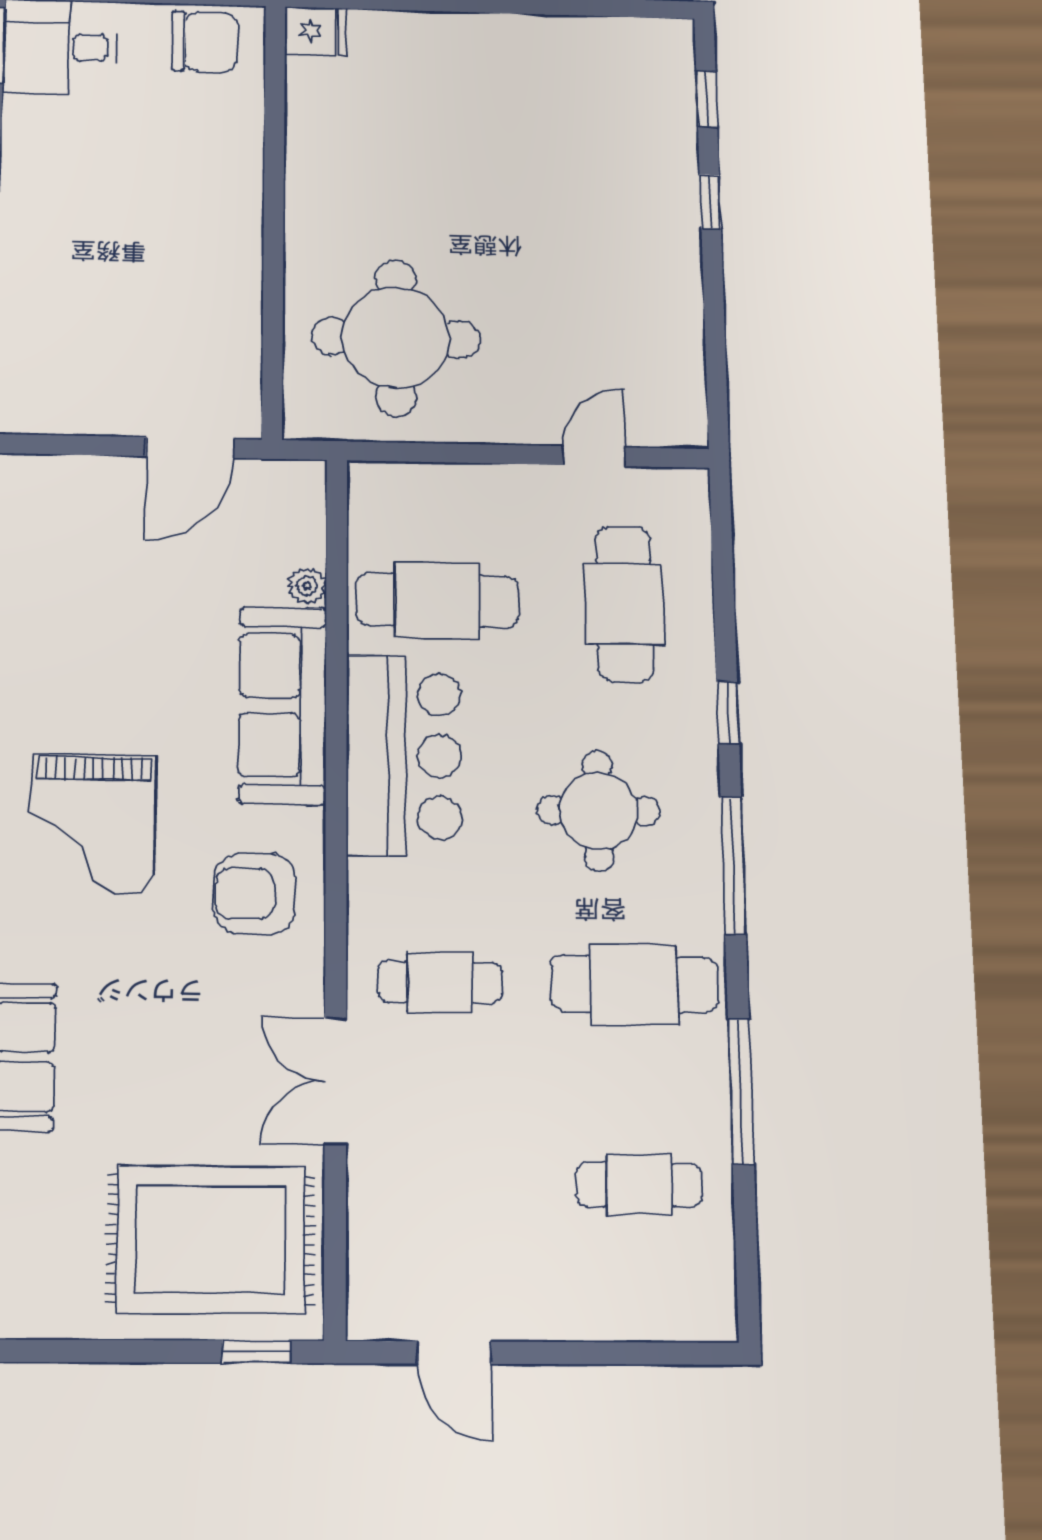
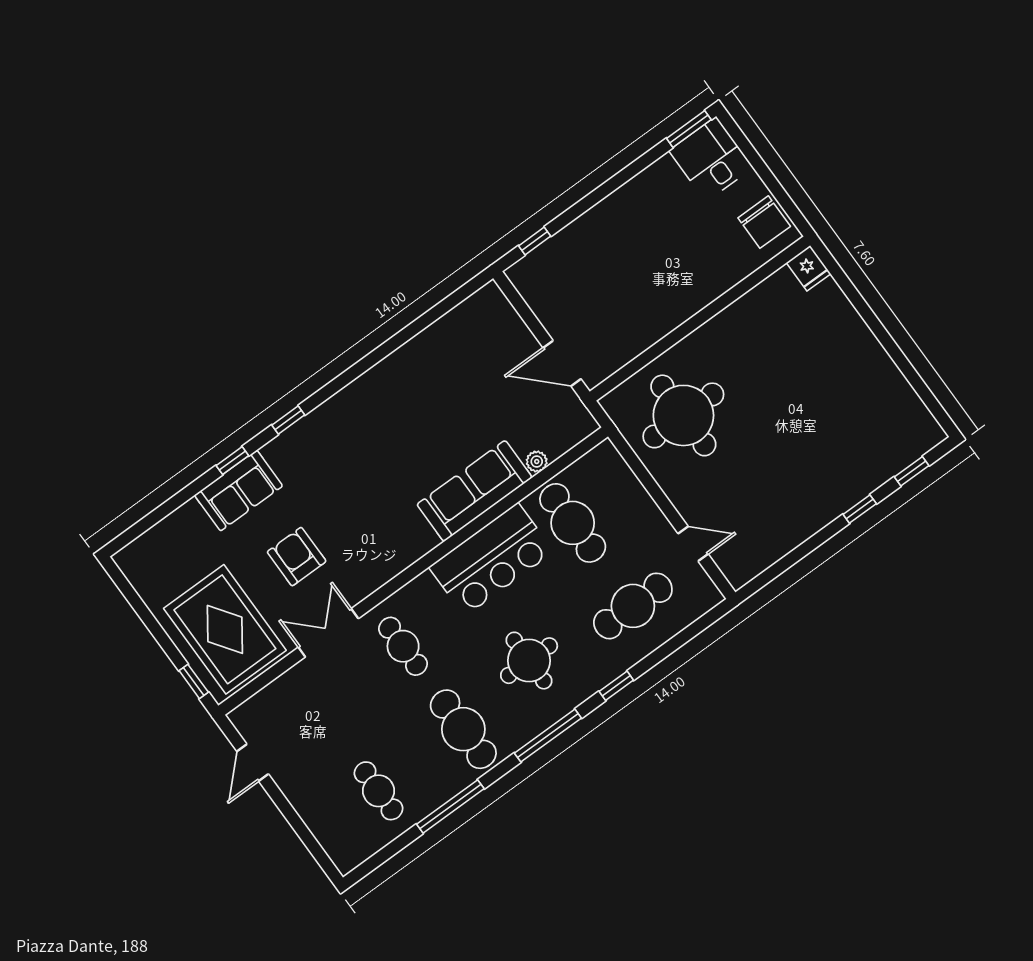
grand piano: (93, 824) -> (362, 449), removed
armchair: (255, 894) -> (297, 557), moved

